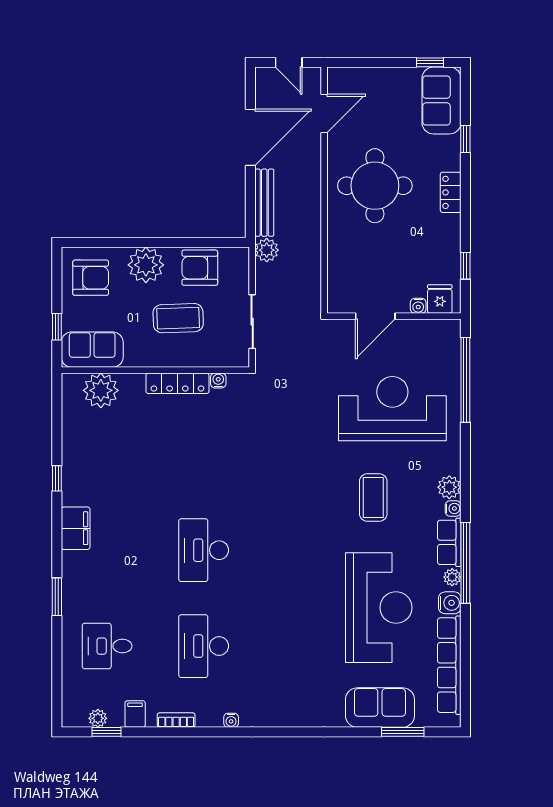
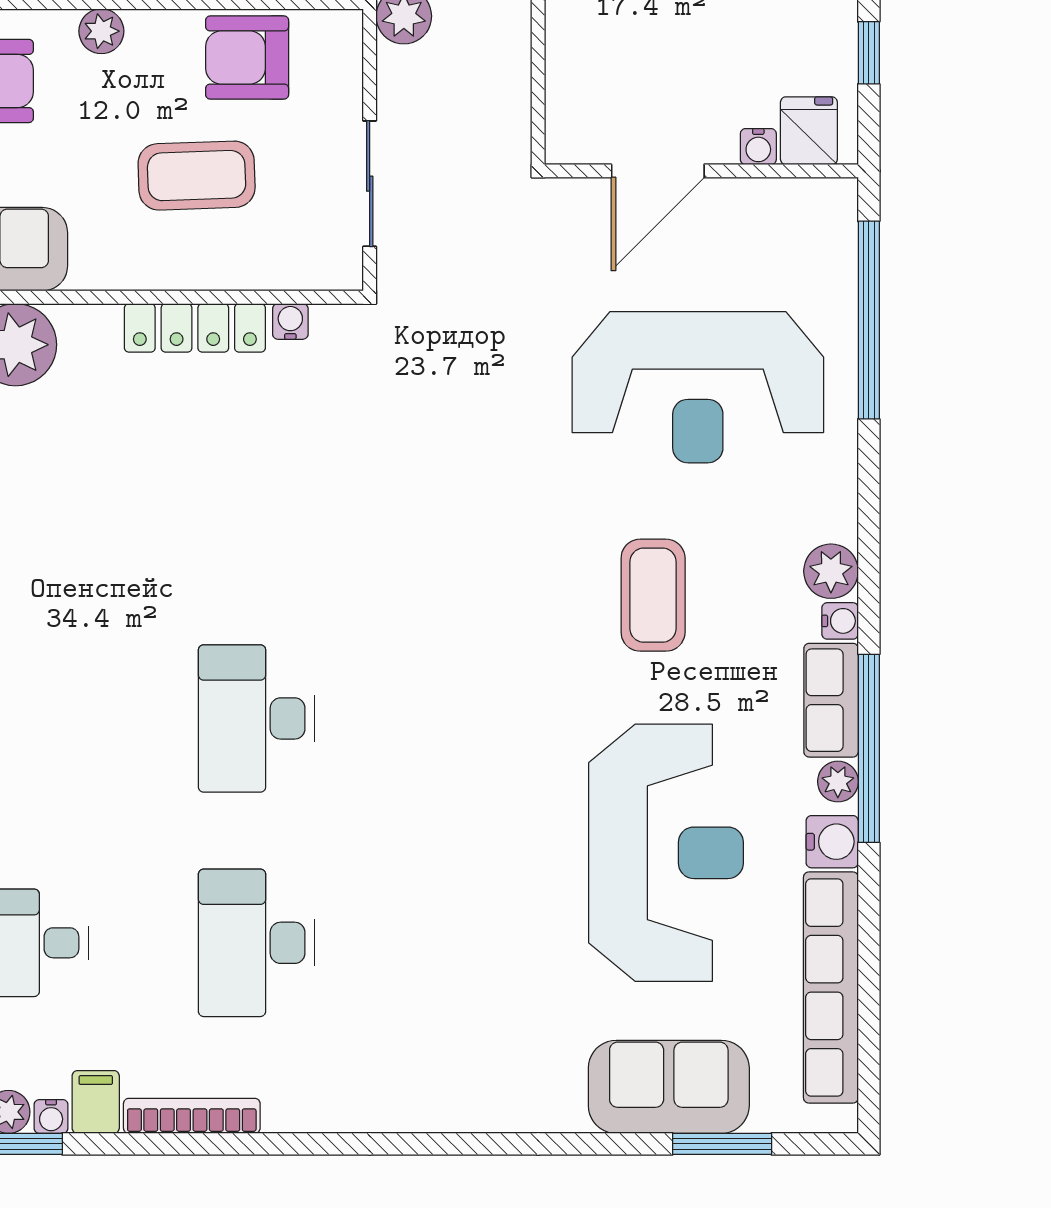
plant: (146, 265) -> (101, 31), width x0.53, depth x0.53
reception desk: (392, 409) -> (698, 387), turned 180
bookcase: (176, 720) -> (192, 1116), width x1.56
water cooler: (231, 720) -> (51, 1116), moved

